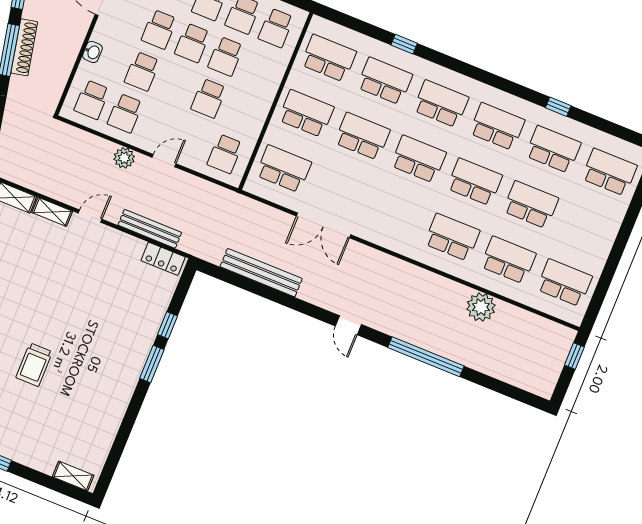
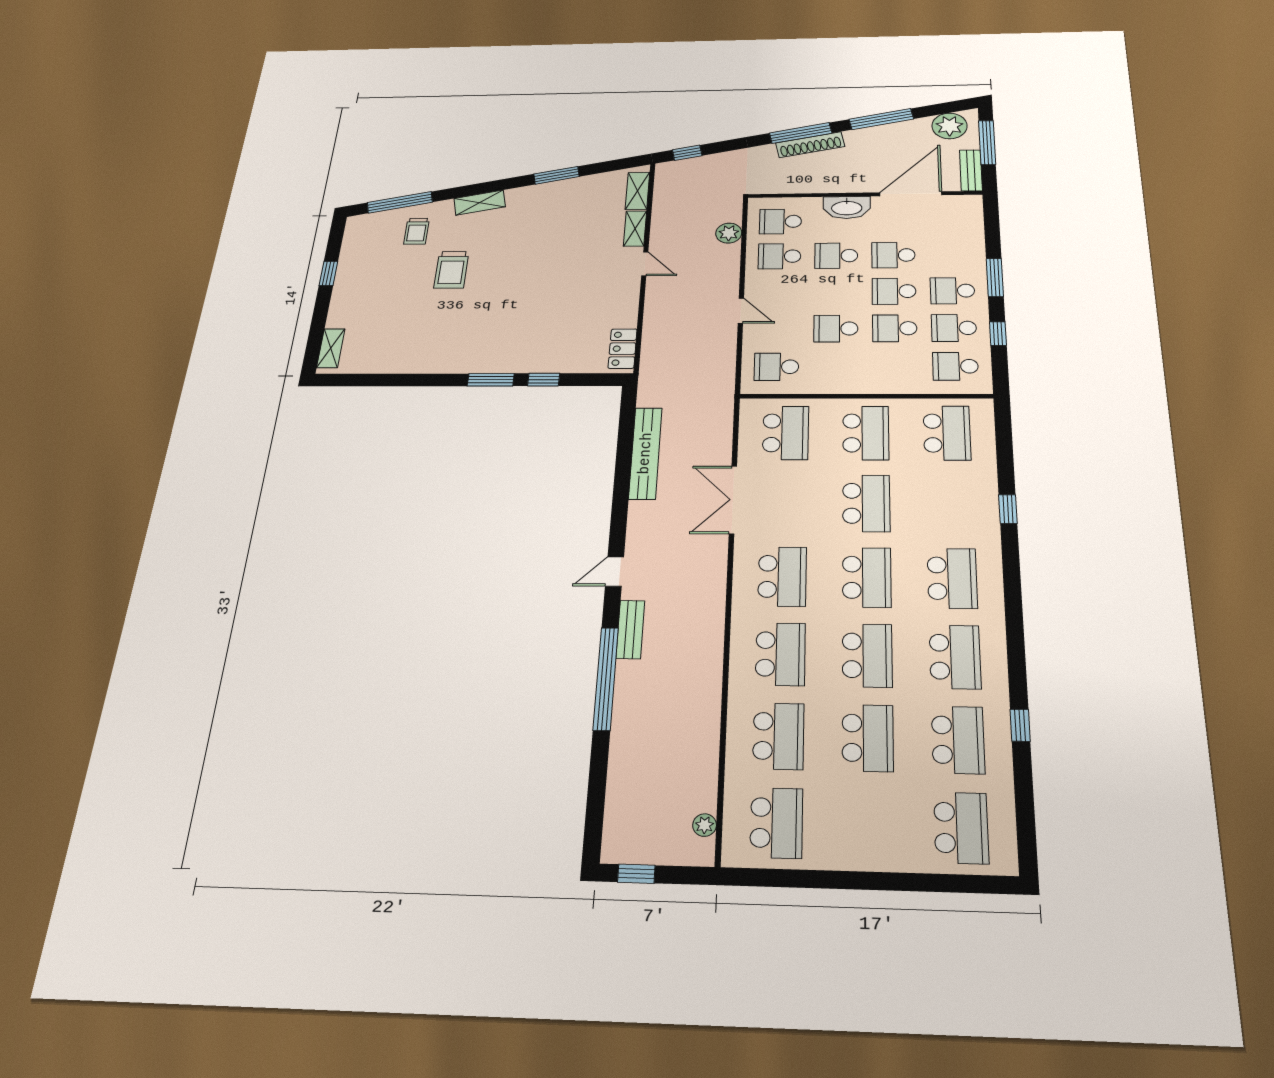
washbasin: (92, 52) -> (847, 207), width x1.91, depth x1.45
school desk: (385, 81) -> (782, 576), moved
plant: (124, 158) -> (729, 233), moved
bench: (150, 229) -> (630, 629), moved, width x0.73
plant: (481, 307) -> (705, 825), moved, width x0.53, depth x0.53
window: (574, 356) -> (636, 874), moved
trolley: (34, 365) -> (451, 270), turned -90

